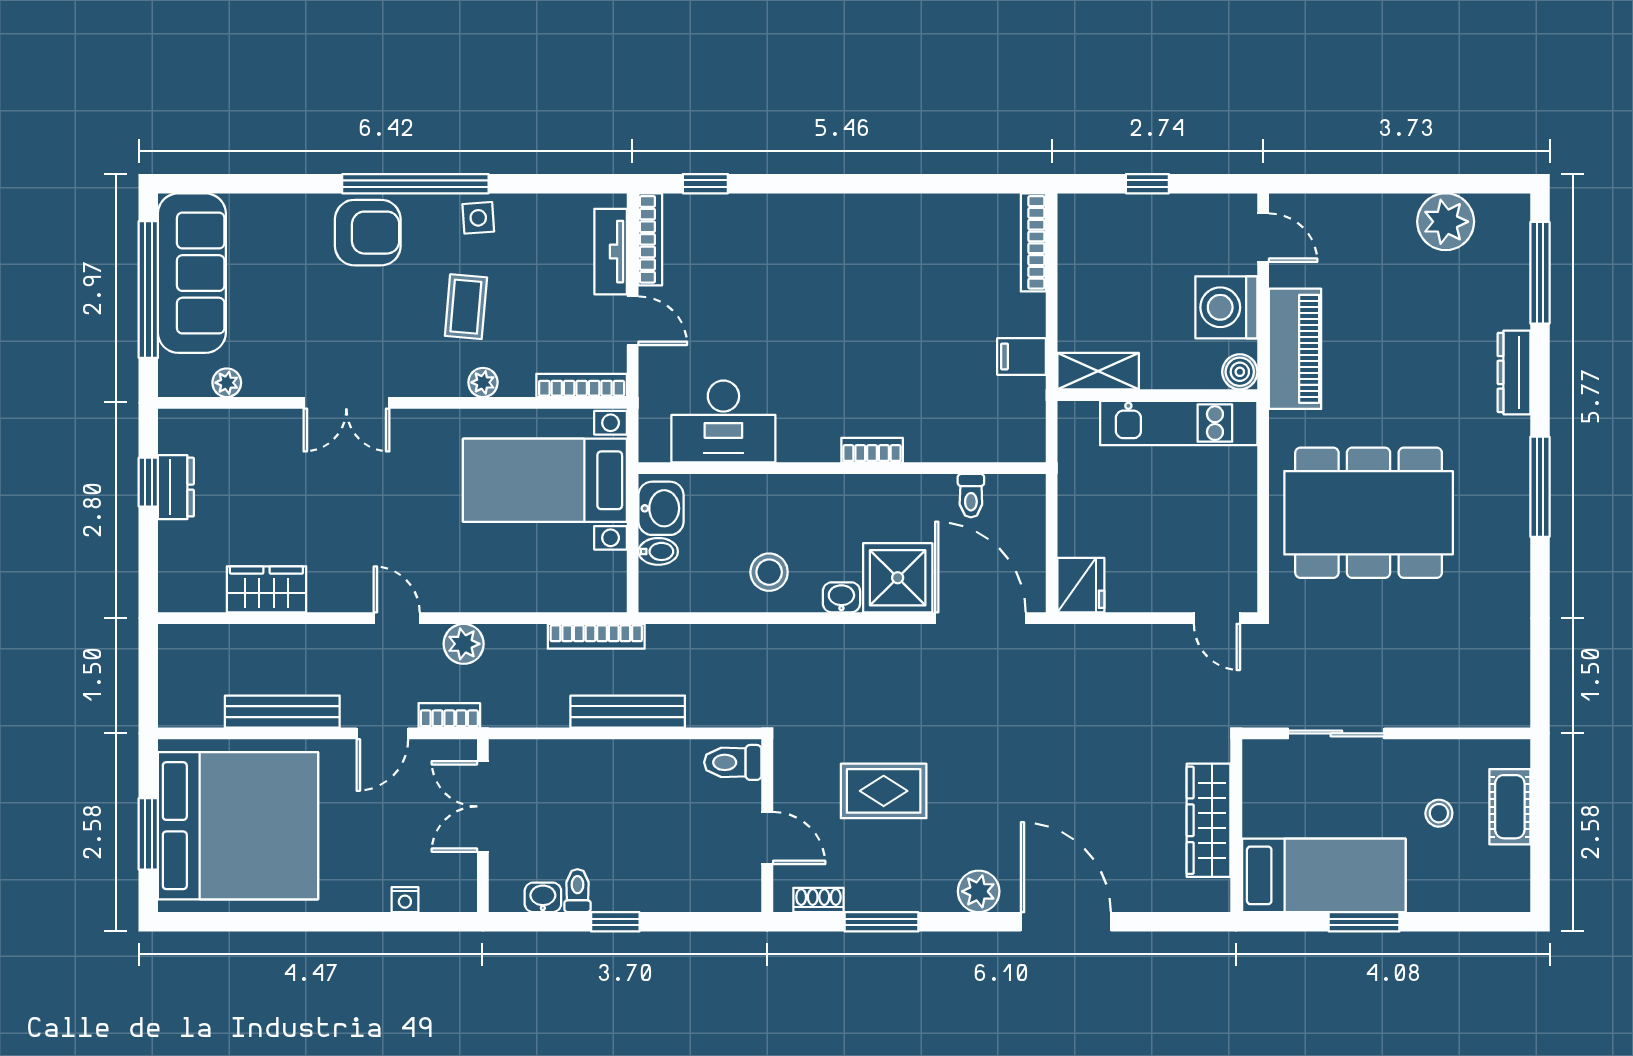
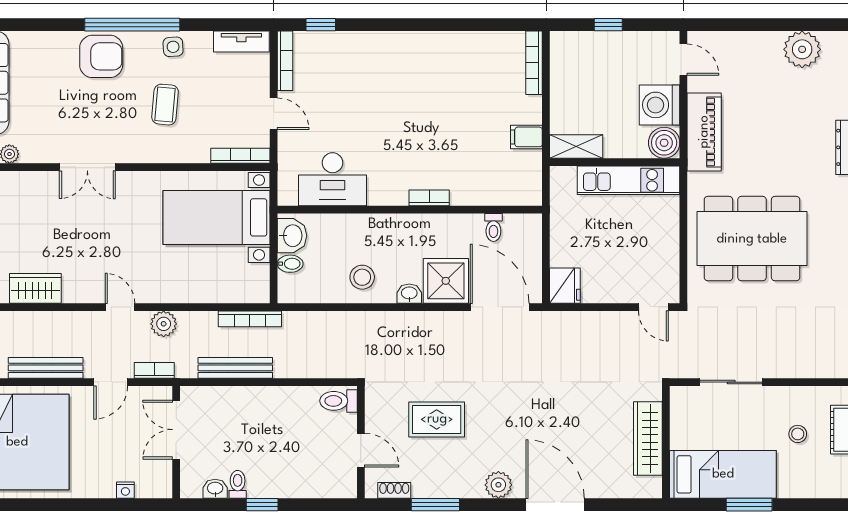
tv unit: (611, 252) -> (241, 41), moved, turned -90
boiler: (1240, 372) -> (664, 143), width x1.36, depth x1.36
plant: (483, 382) -> (176, 154), removed
bench: (628, 712) -> (235, 368), moved

